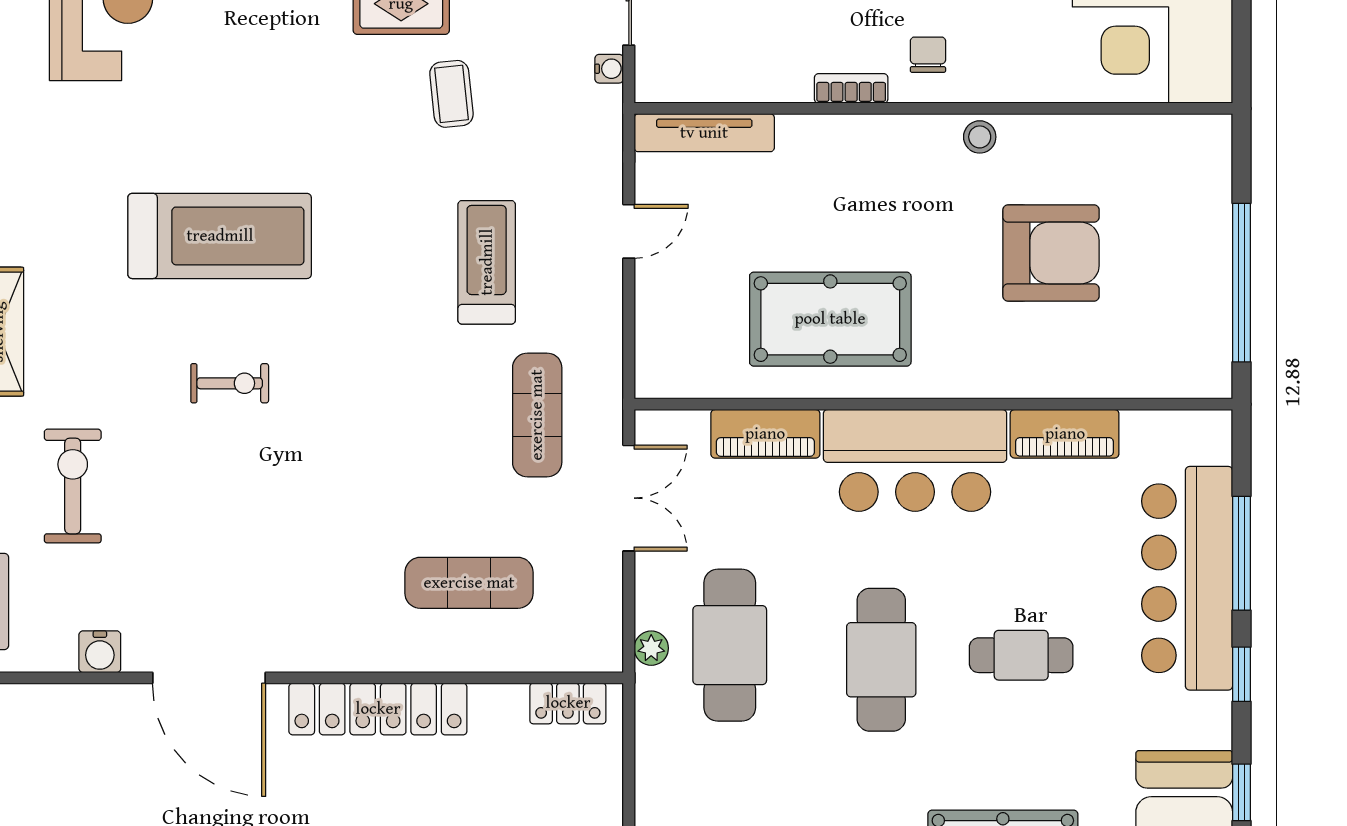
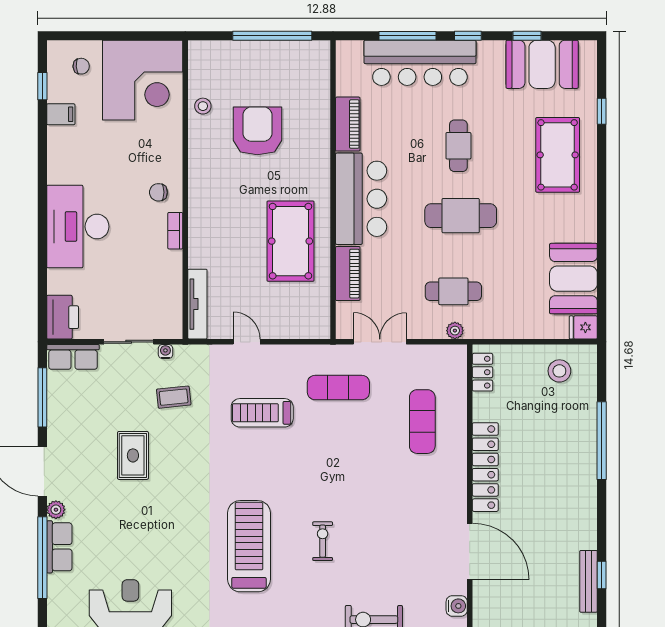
coffee table: (451, 94) -> (174, 397), moved
stool: (980, 137) -> (203, 106), moved
cafe table: (730, 645) -> (453, 291), width x0.73, depth x0.74
door: (209, 678) -> (470, 551), hinge flipped

